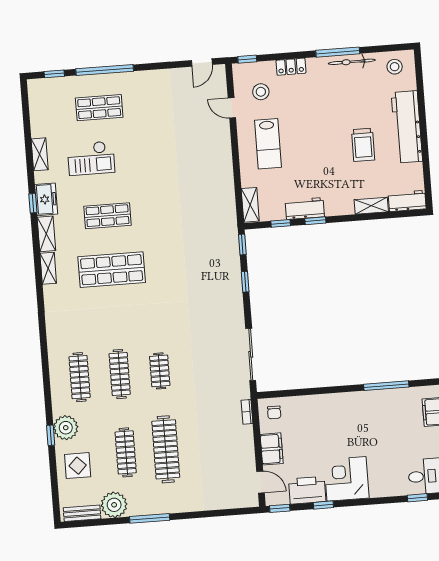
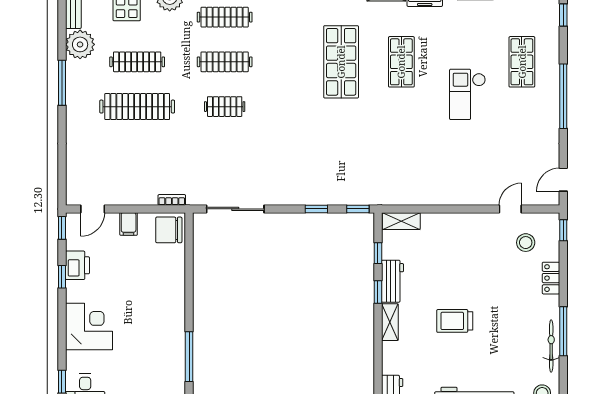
door: (202, 63) -> (563, 180), hinge flipped
window: (105, 70) -> (563, 96), moved
lab bench: (268, 144) -> (467, 246), removed
trolley: (363, 145) -> (455, 321), moved
checkout: (91, 158) -> (468, 94), moved
shelving: (371, 206) -> (390, 322), moved
chair: (274, 412) -> (169, 230), width x1.87, depth x1.87
filing cabinet: (272, 449) -> (129, 224), width x0.50
corner desk: (346, 479) -> (89, 326), moved
printer: (307, 490) -> (77, 265), width x0.73, depth x0.84

